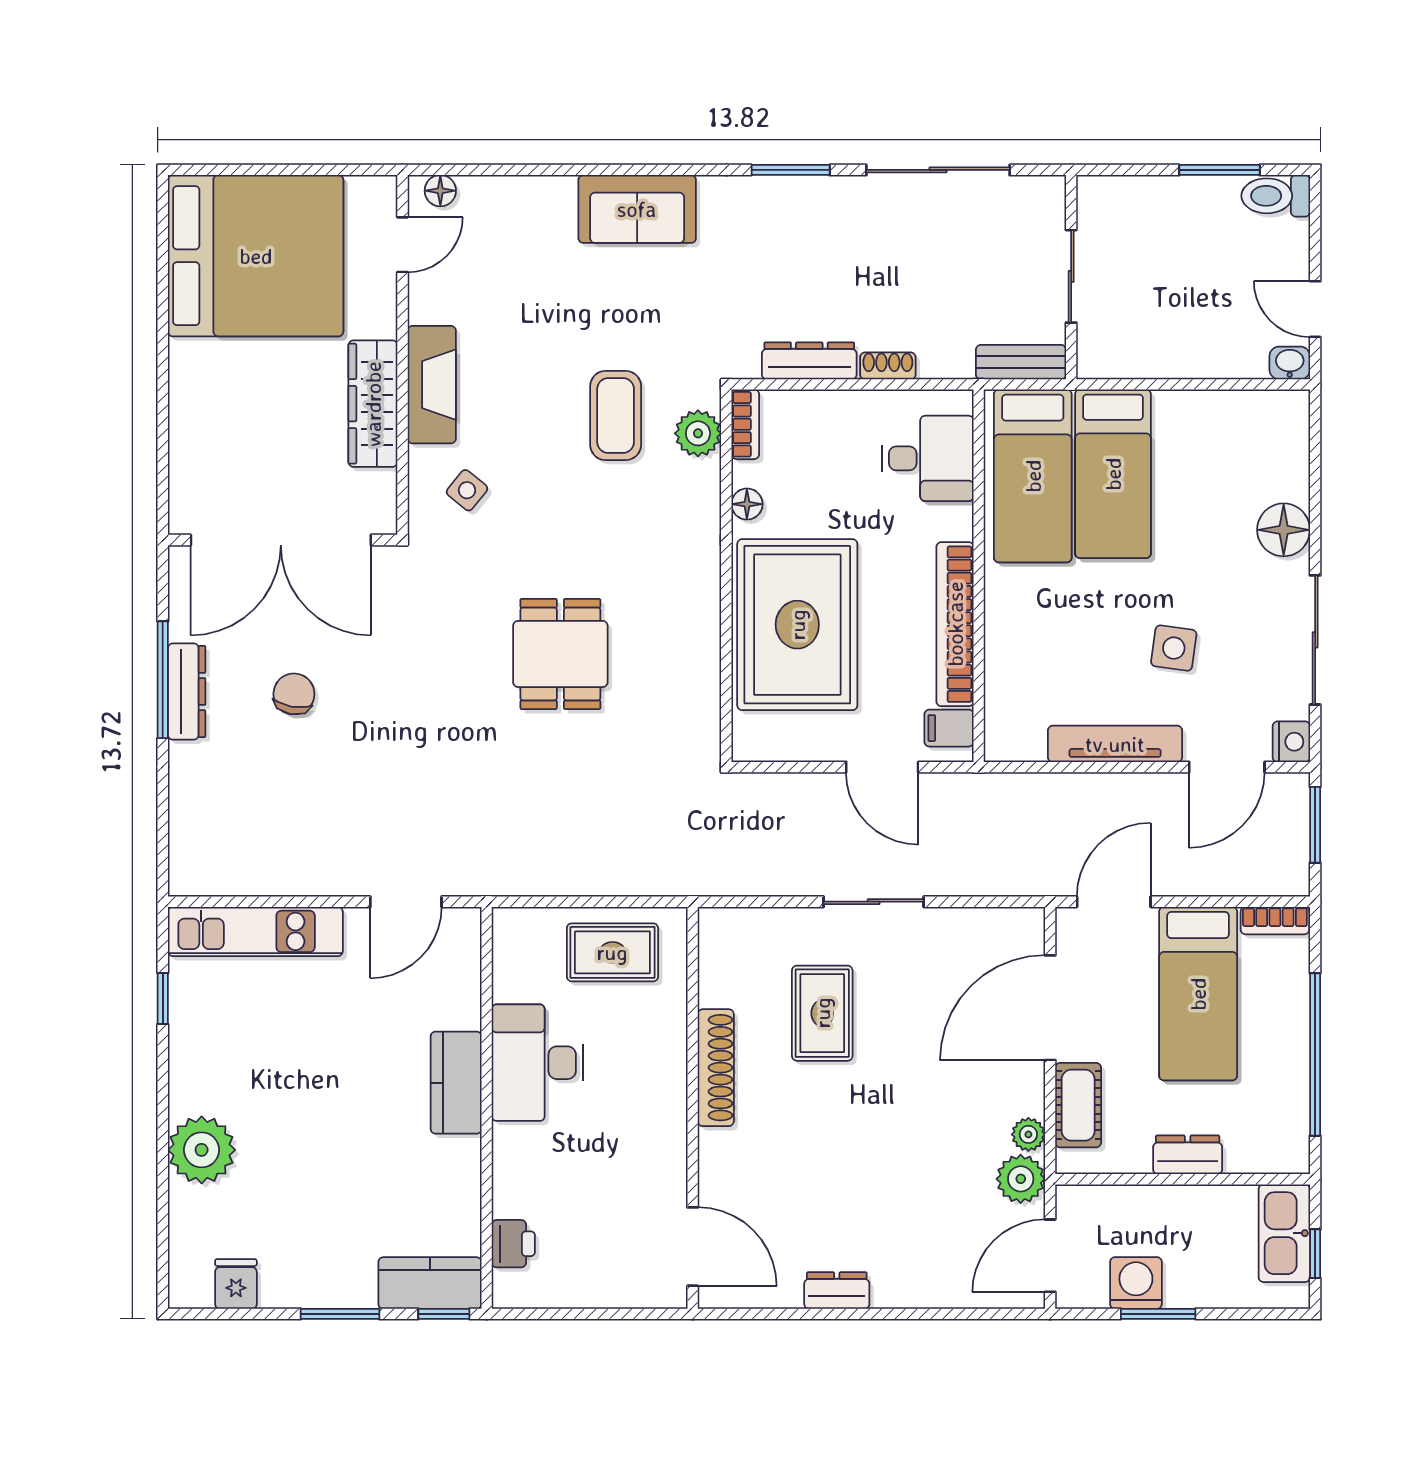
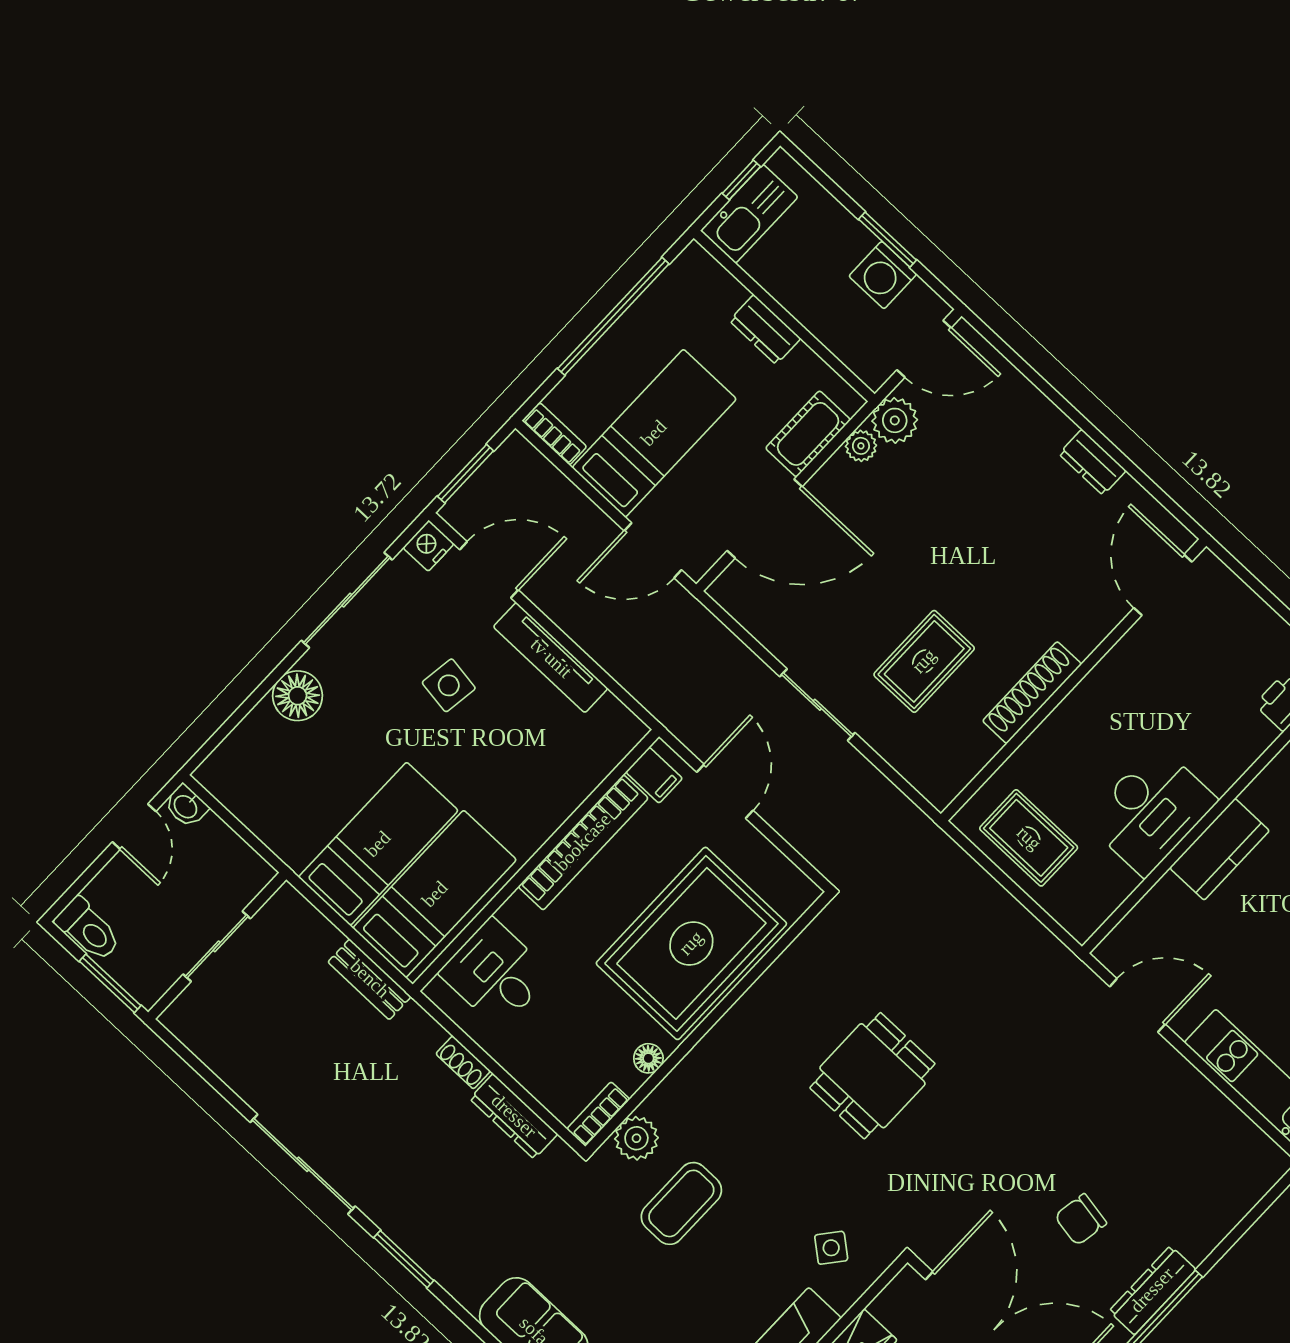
sliding door: (1071, 276) -> (217, 946), moved
wall: (1071, 277) -> (217, 946), moved

